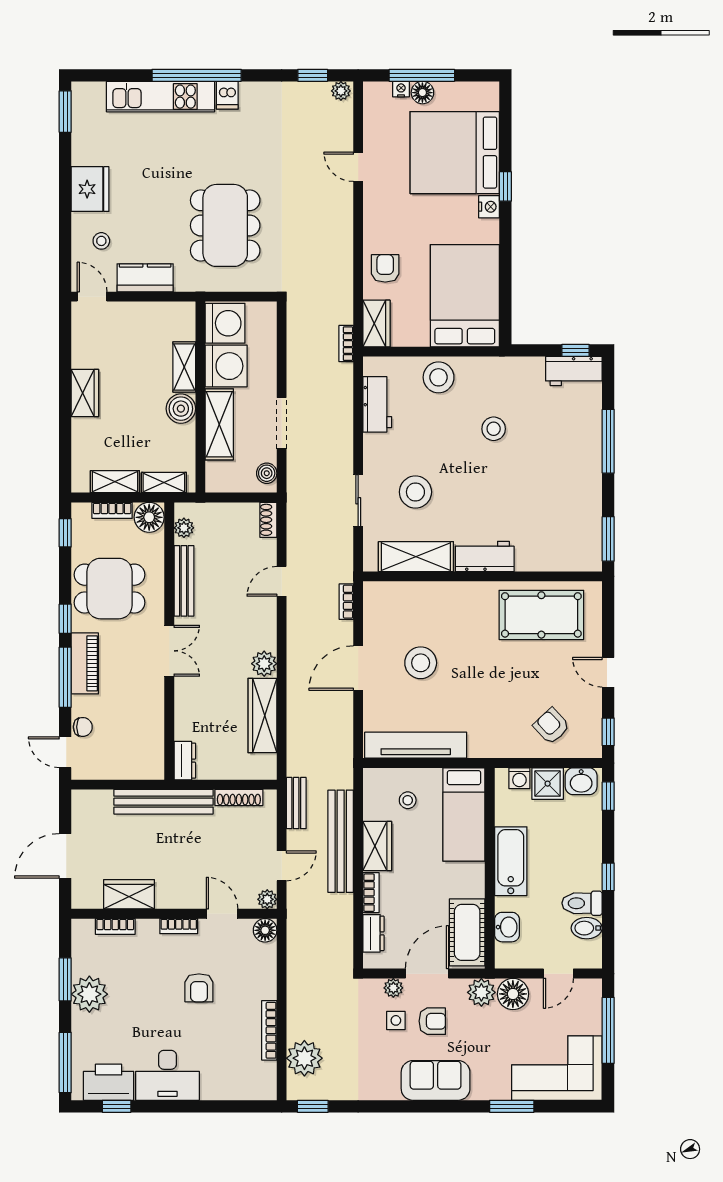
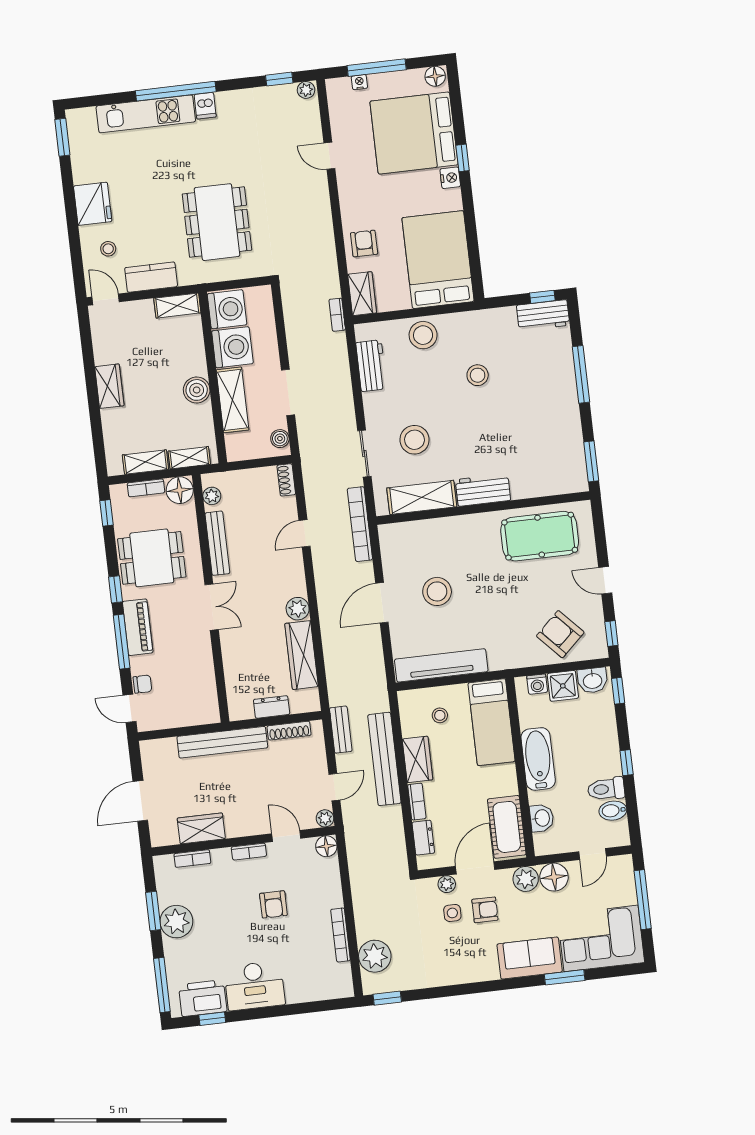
floor lamp: (422, 93) -> (435, 76), moved
shelving: (184, 367) -> (177, 306), moved, turned 90
bookcase: (346, 602) -> (360, 524), width x2.31, depth x1.31
armchair: (551, 726) -> (560, 634), width x1.38, depth x1.38
dresser: (185, 761) -> (272, 707), moved, turned -90
sofa: (436, 1080) -> (530, 958), moved

